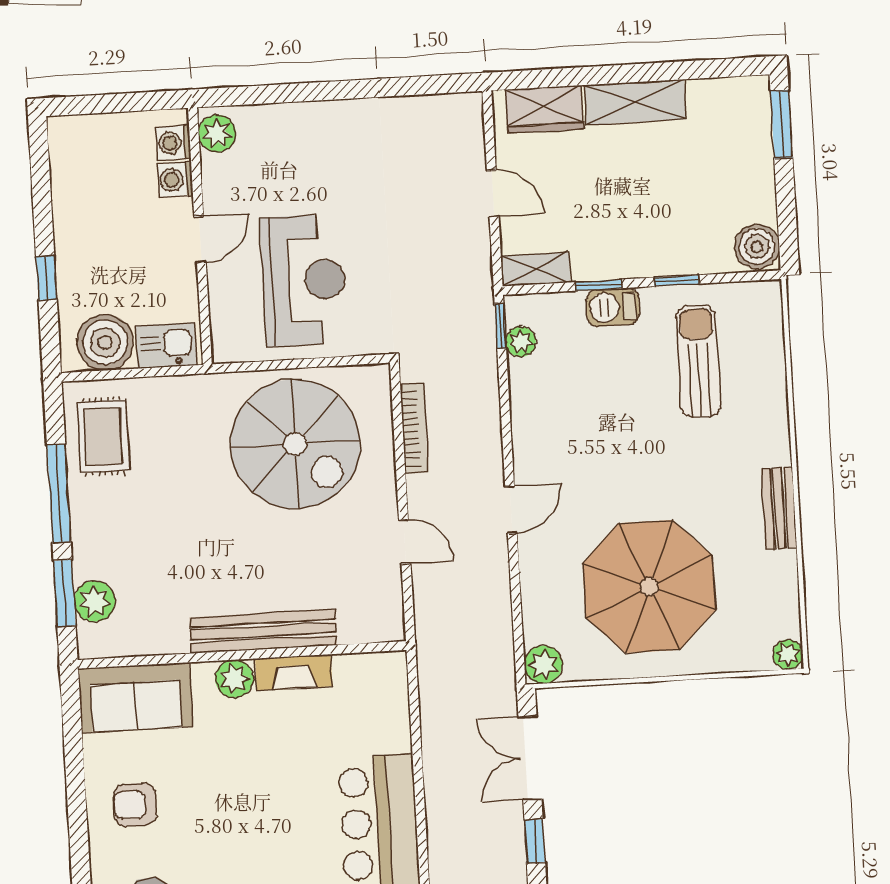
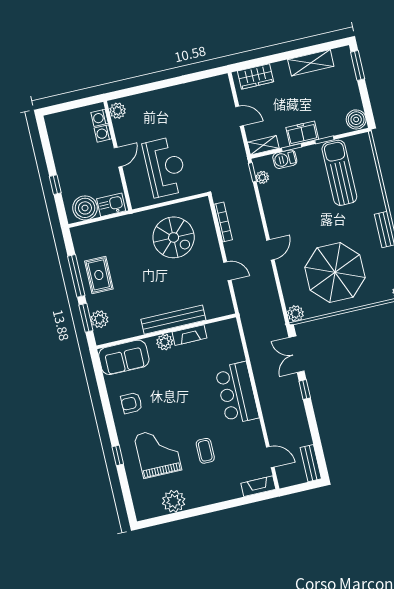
shelving: (635, 102) -> (311, 63), moved
freezer: (629, 257) -> (302, 133), added
barbecue: (613, 307) -> (285, 159), moved
sun lounger: (698, 361) -> (339, 173), width x1.36, depth x1.34
rug: (103, 436) -> (99, 275), moved
spiral stairs: (295, 444) -> (174, 237), width x0.73, depth x0.73

